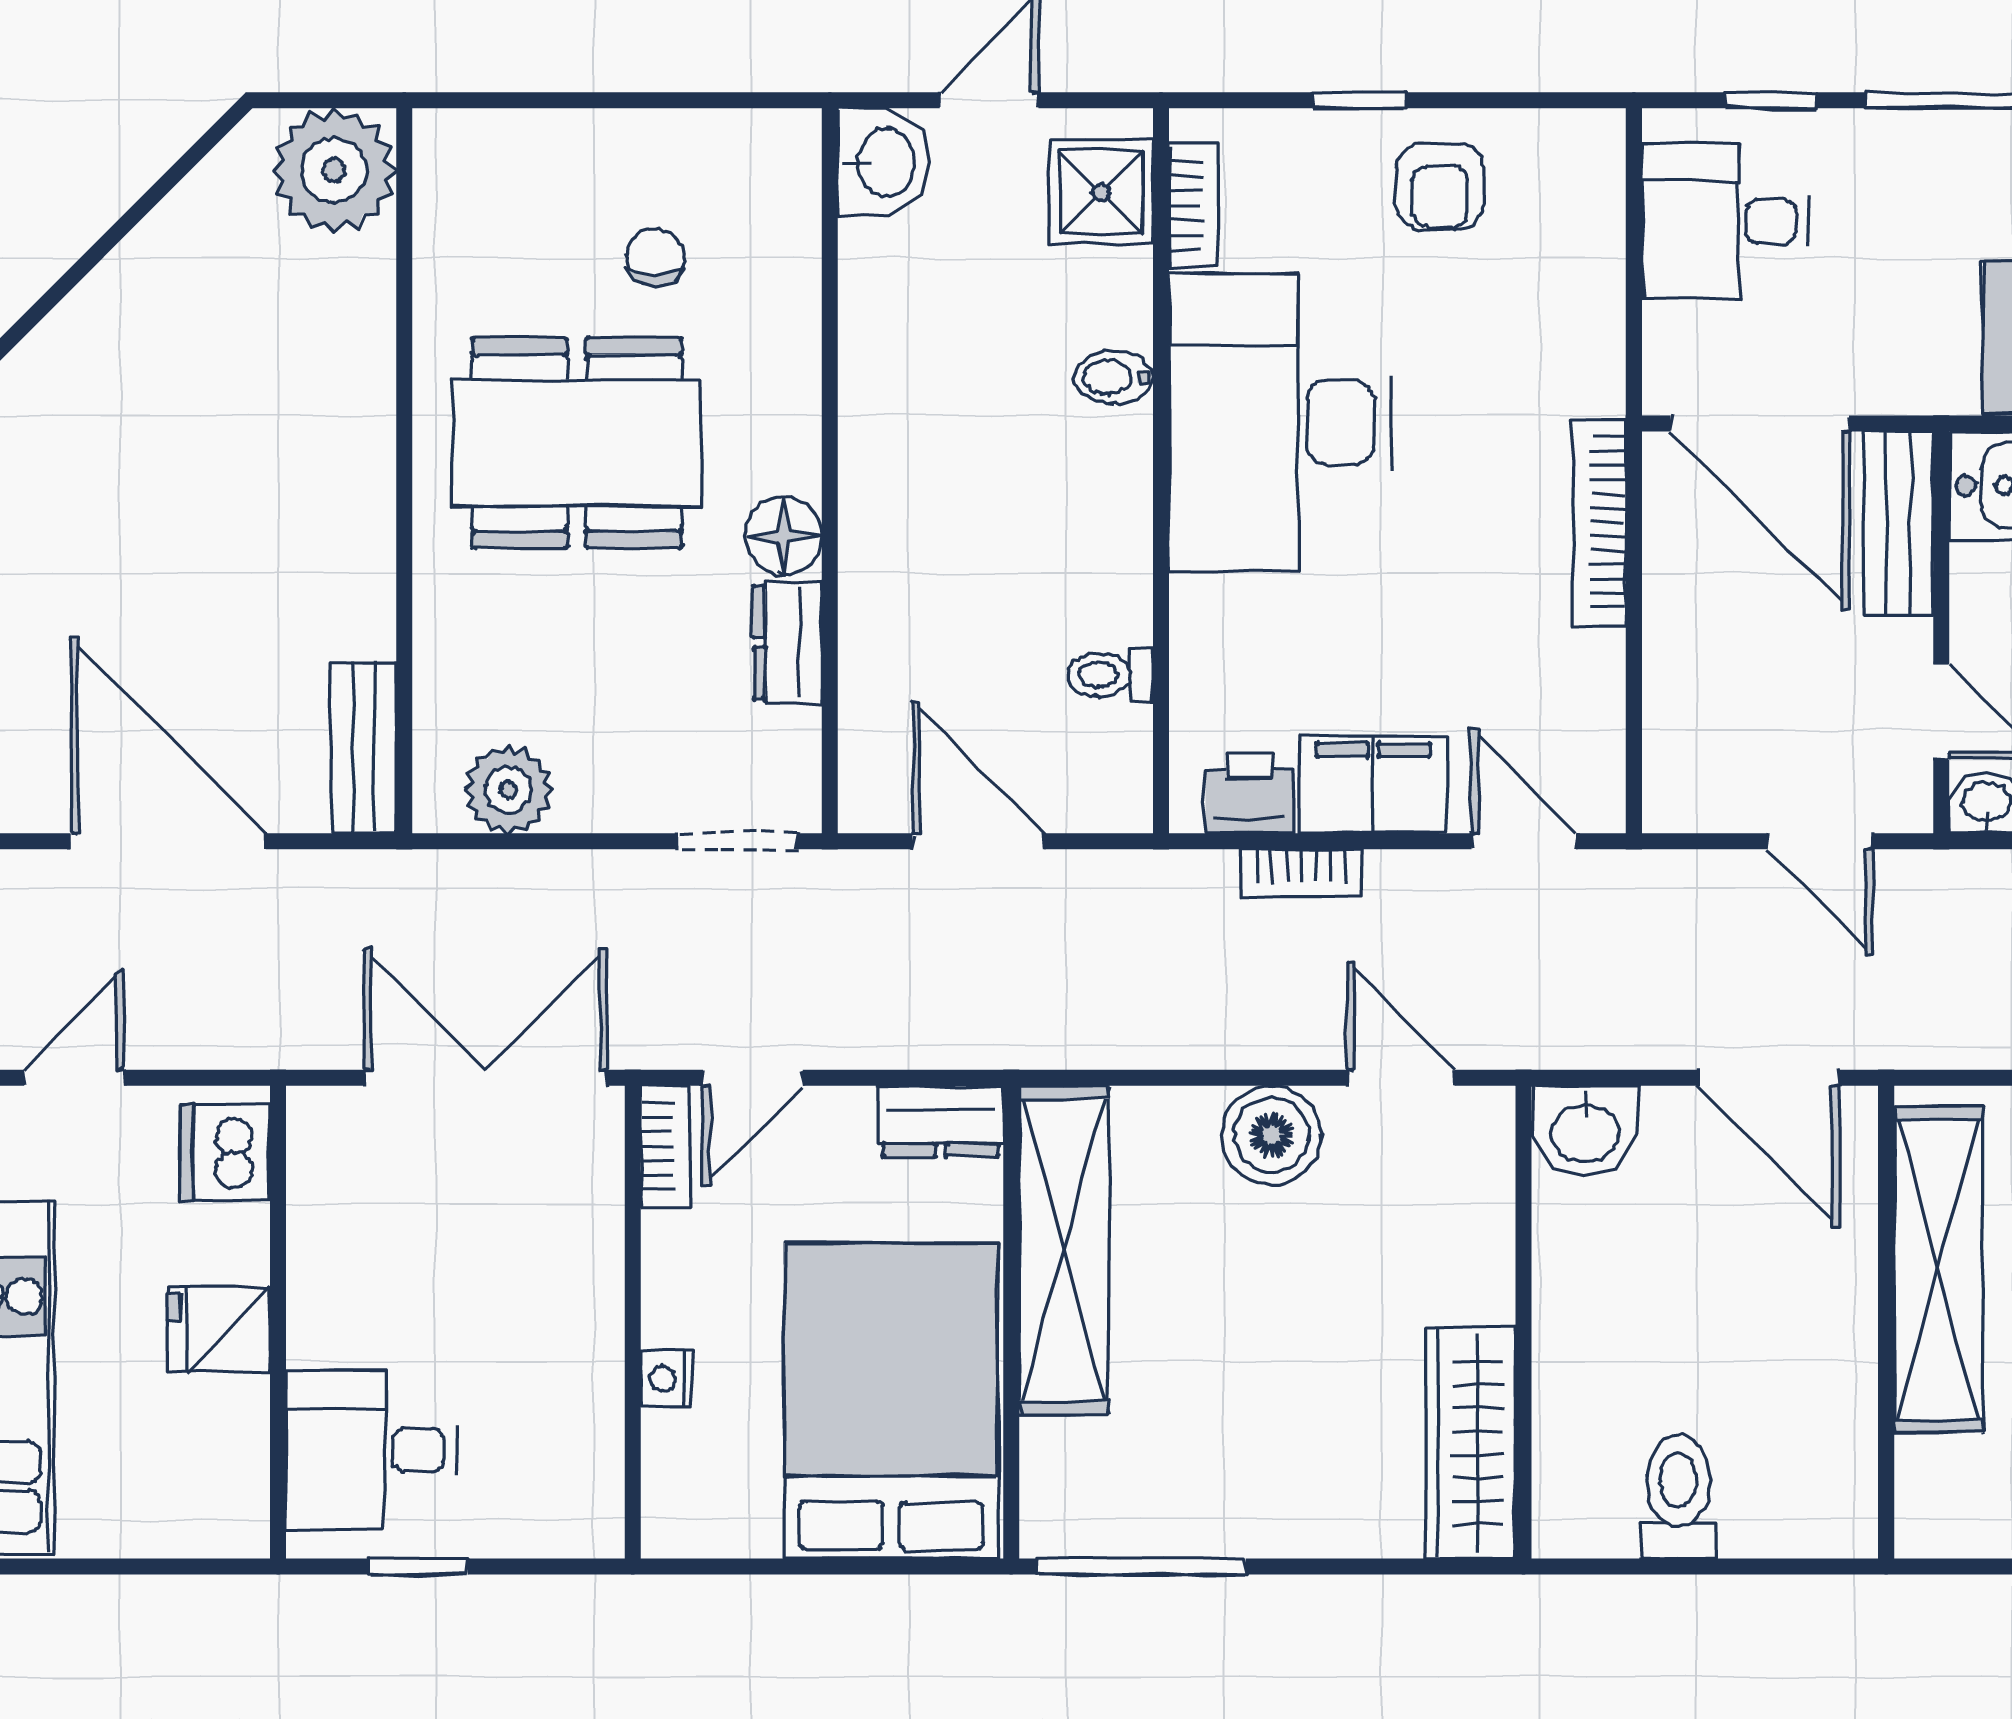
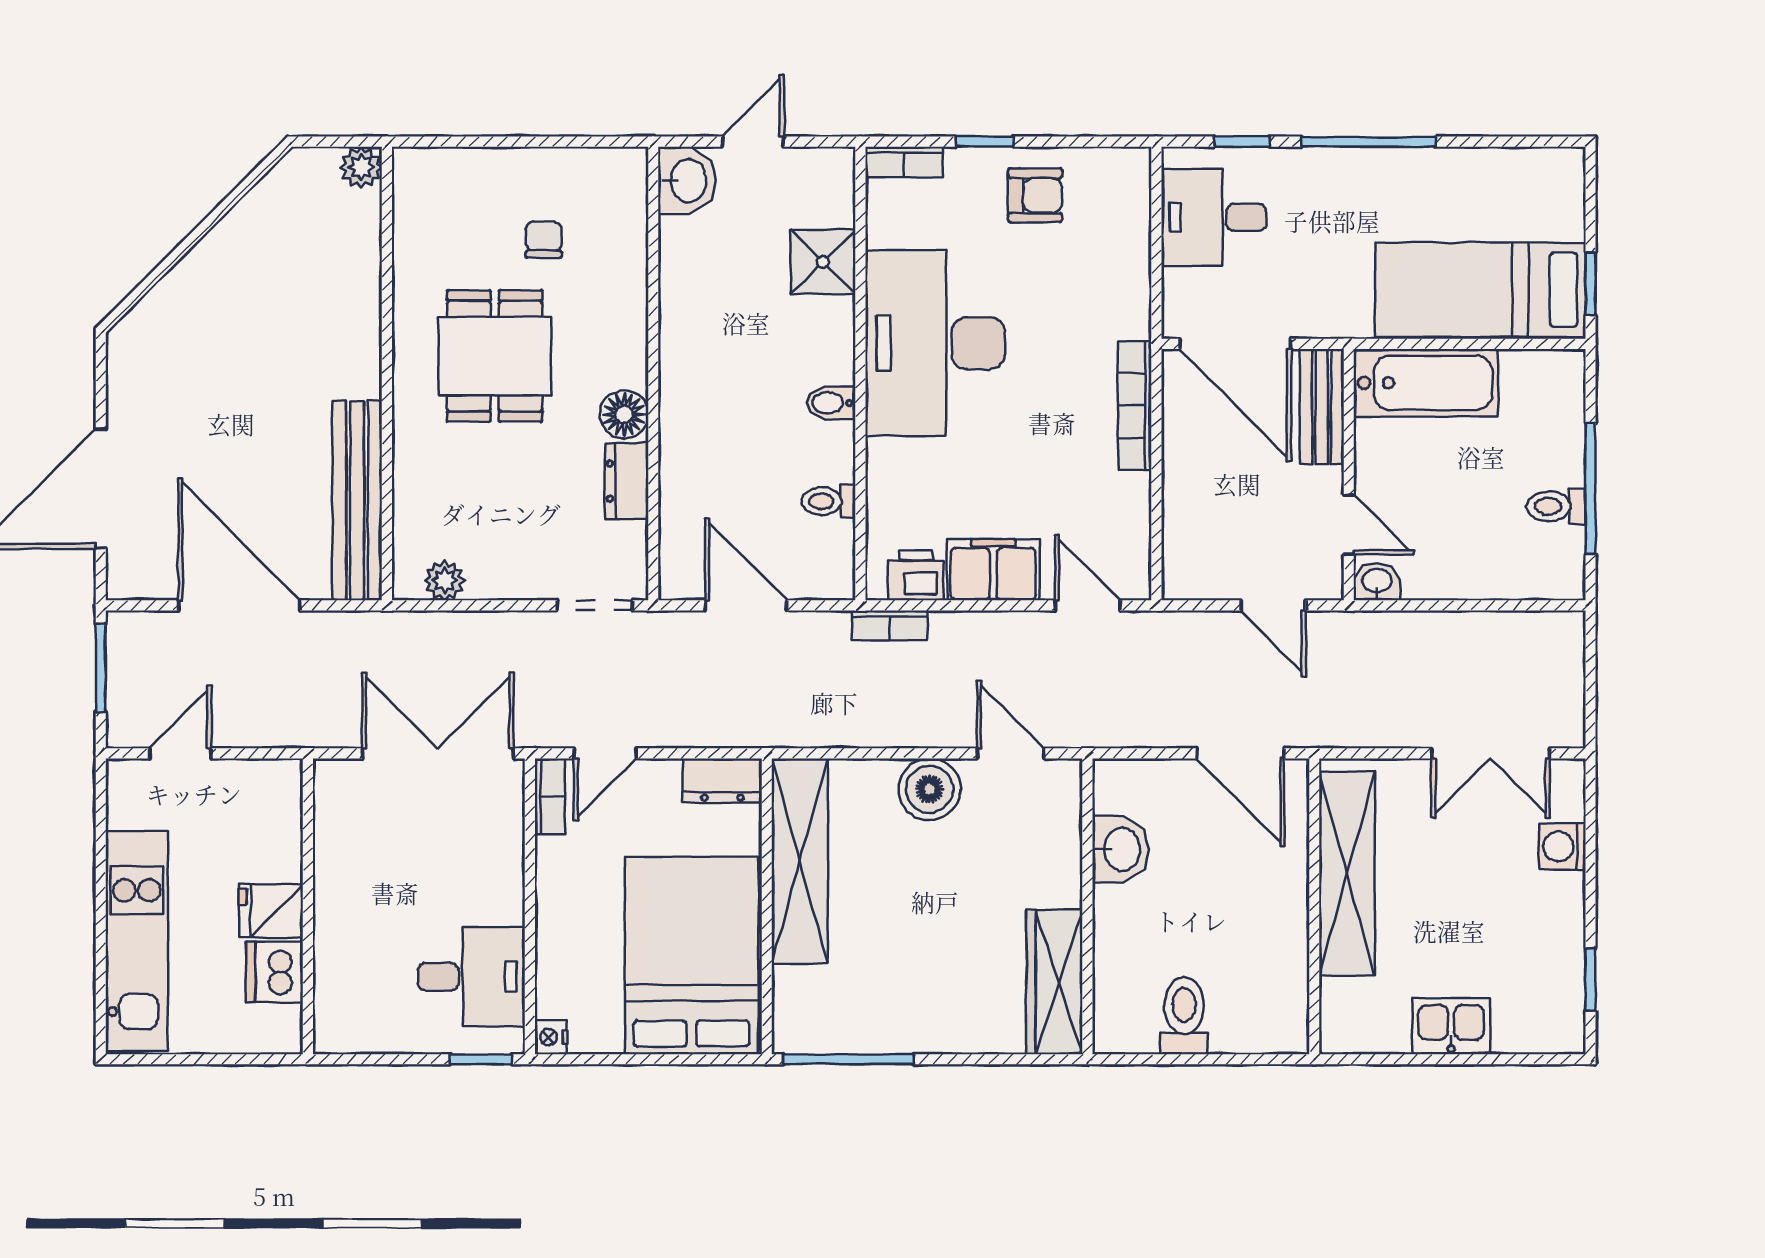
plant: (334, 170) -> (361, 167), width x0.53, depth x0.53
armchair: (1440, 186) -> (1035, 195), turned -90
shower: (1101, 192) -> (823, 262), moved
bookcase: (1194, 206) -> (904, 162), moved, turned 90
bidet: (1114, 377) -> (831, 403), moved
dining table: (577, 443) -> (495, 356), width x0.73
bench: (364, 748) -> (357, 501), width x1.86, depth x1.21
plant: (508, 790) -> (444, 581), width x0.73, depth x0.73
bookcase: (1302, 873) -> (890, 625), moved
washbasin: (1585, 1131) -> (1121, 849), moved, turned -90
dishwasher: (225, 1153) -> (275, 972), moved
nightstand: (667, 1379) -> (551, 1037), moved
desk: (372, 1450) -> (471, 977), moved, turned 180
window: (418, 1566) -> (481, 1059), moved

